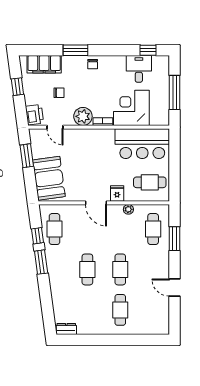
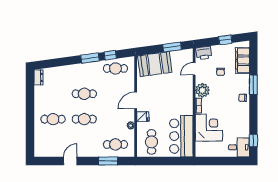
desk: (139, 69) -> (239, 147), moved
window: (175, 93) -> (221, 161), removed

